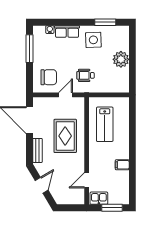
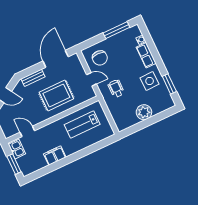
filing cabinet: (122, 165) -> (55, 156), width x2.00

